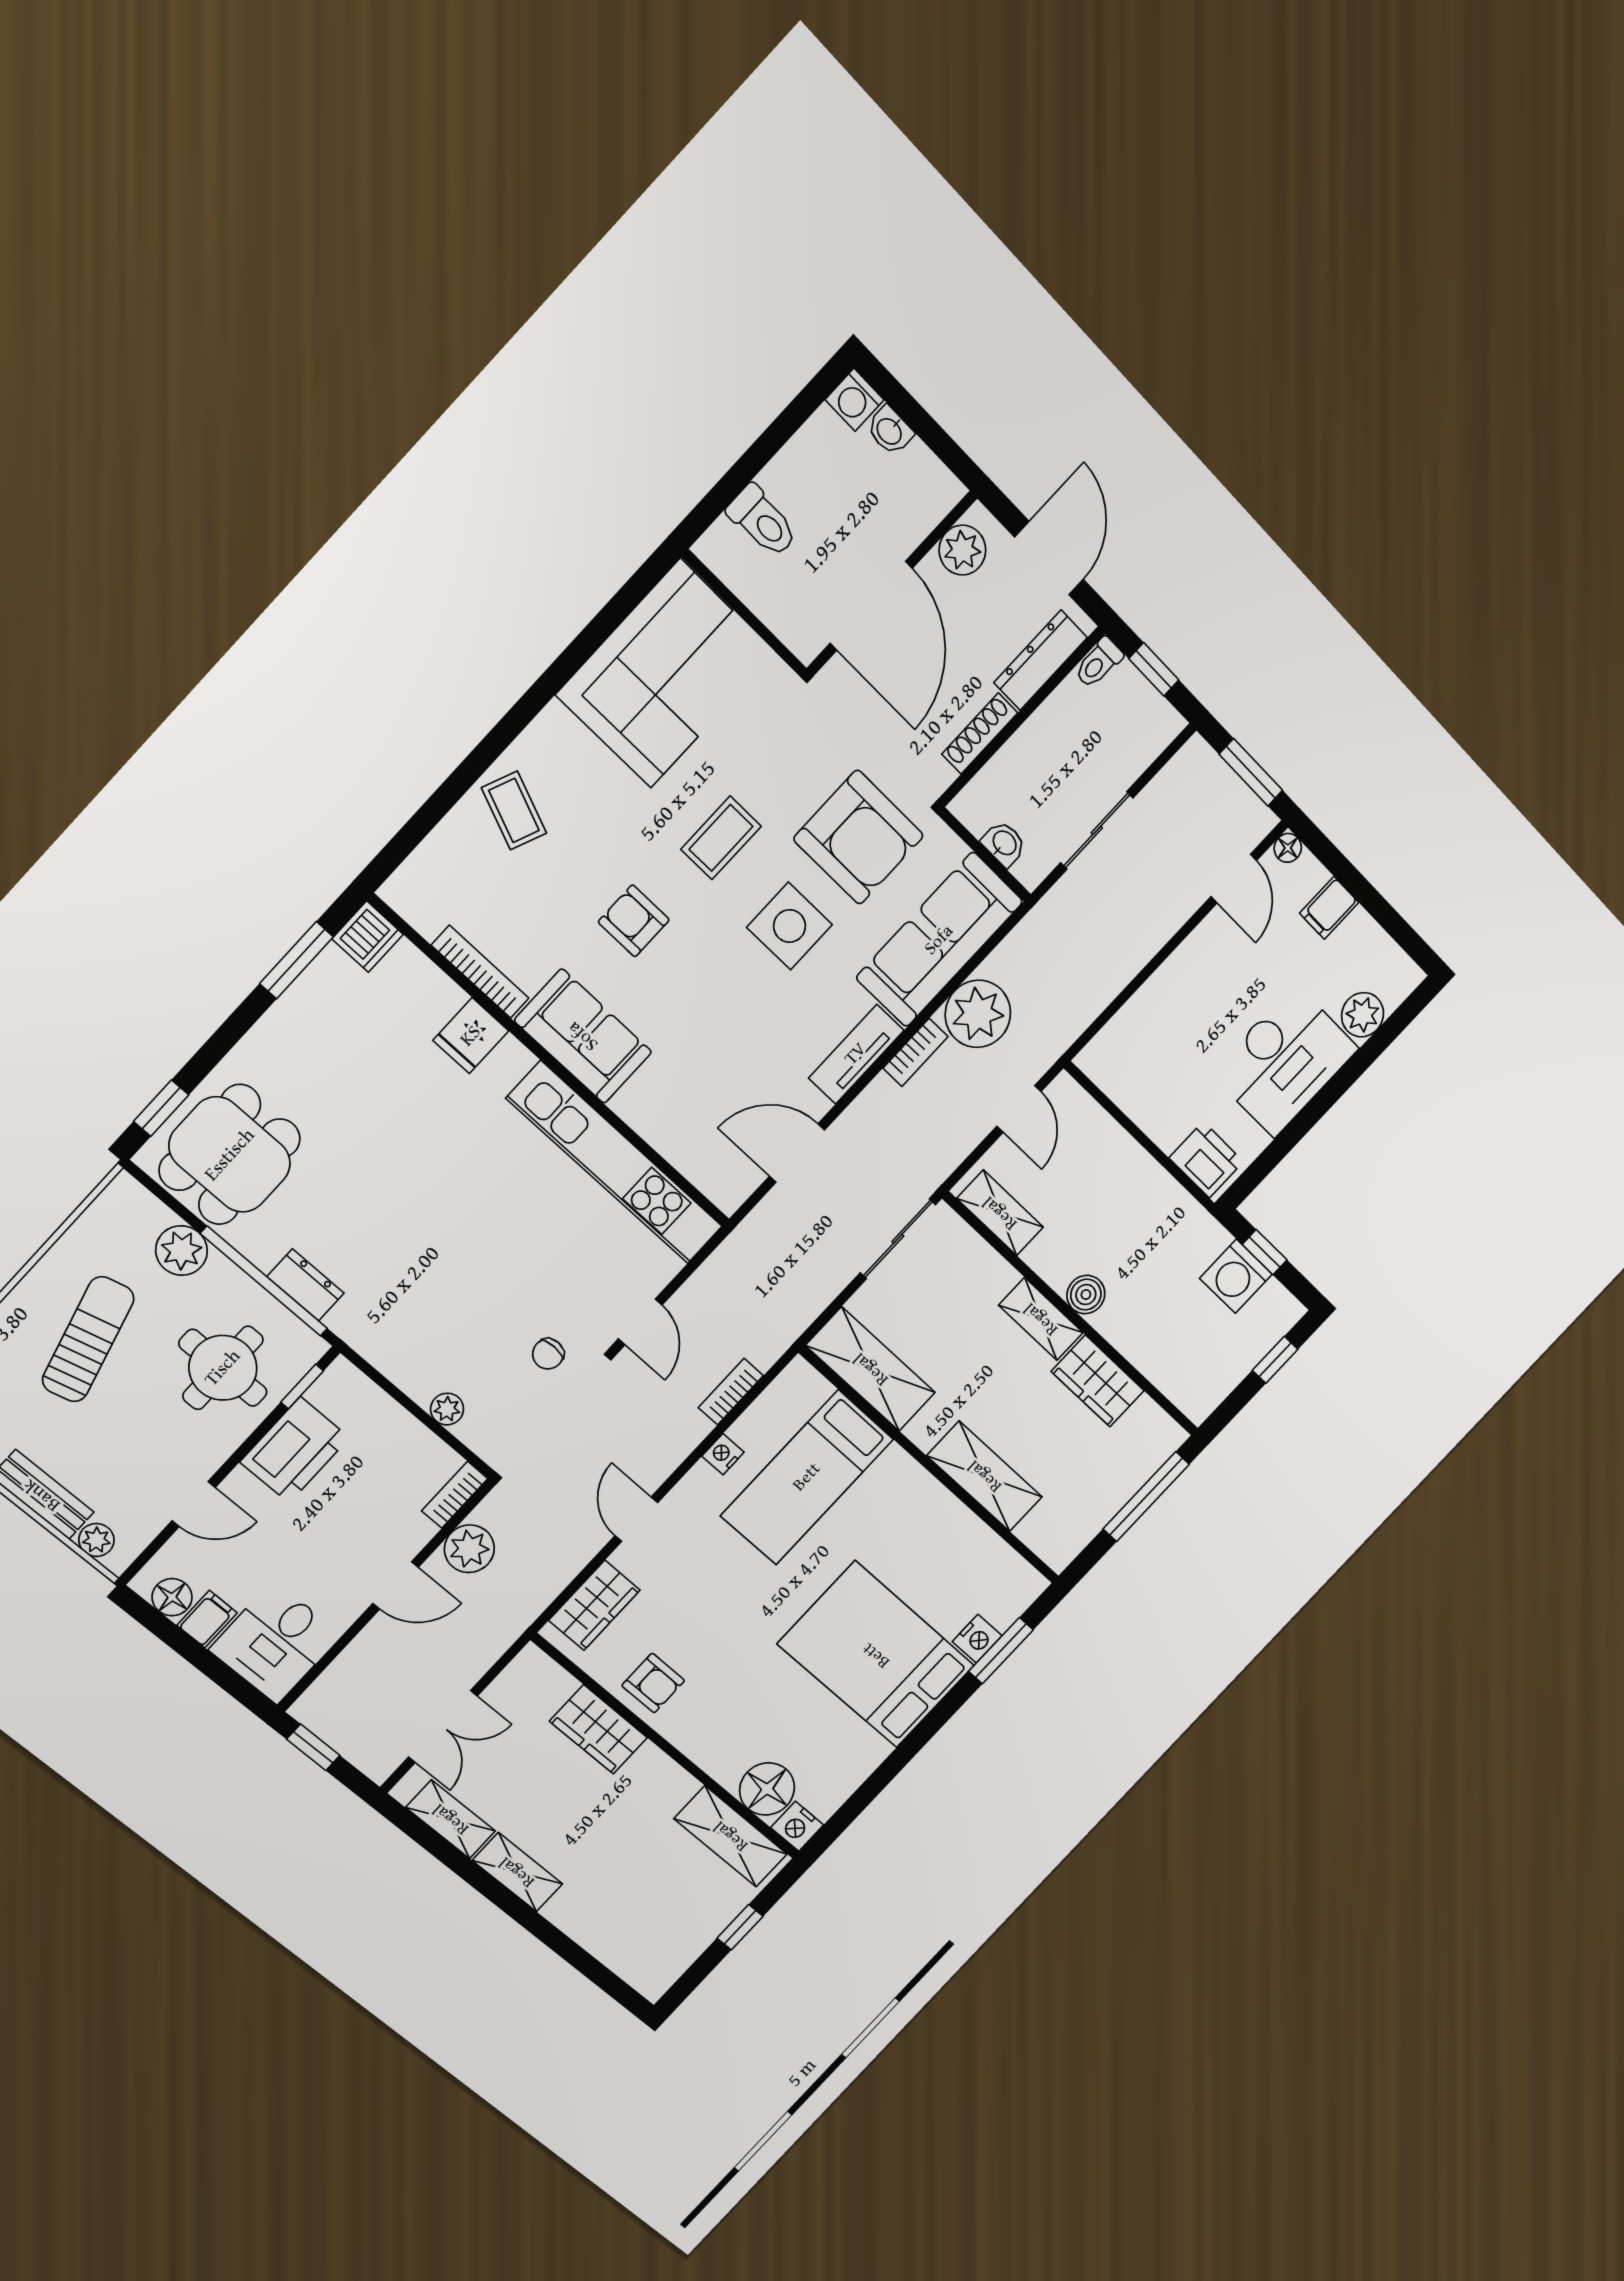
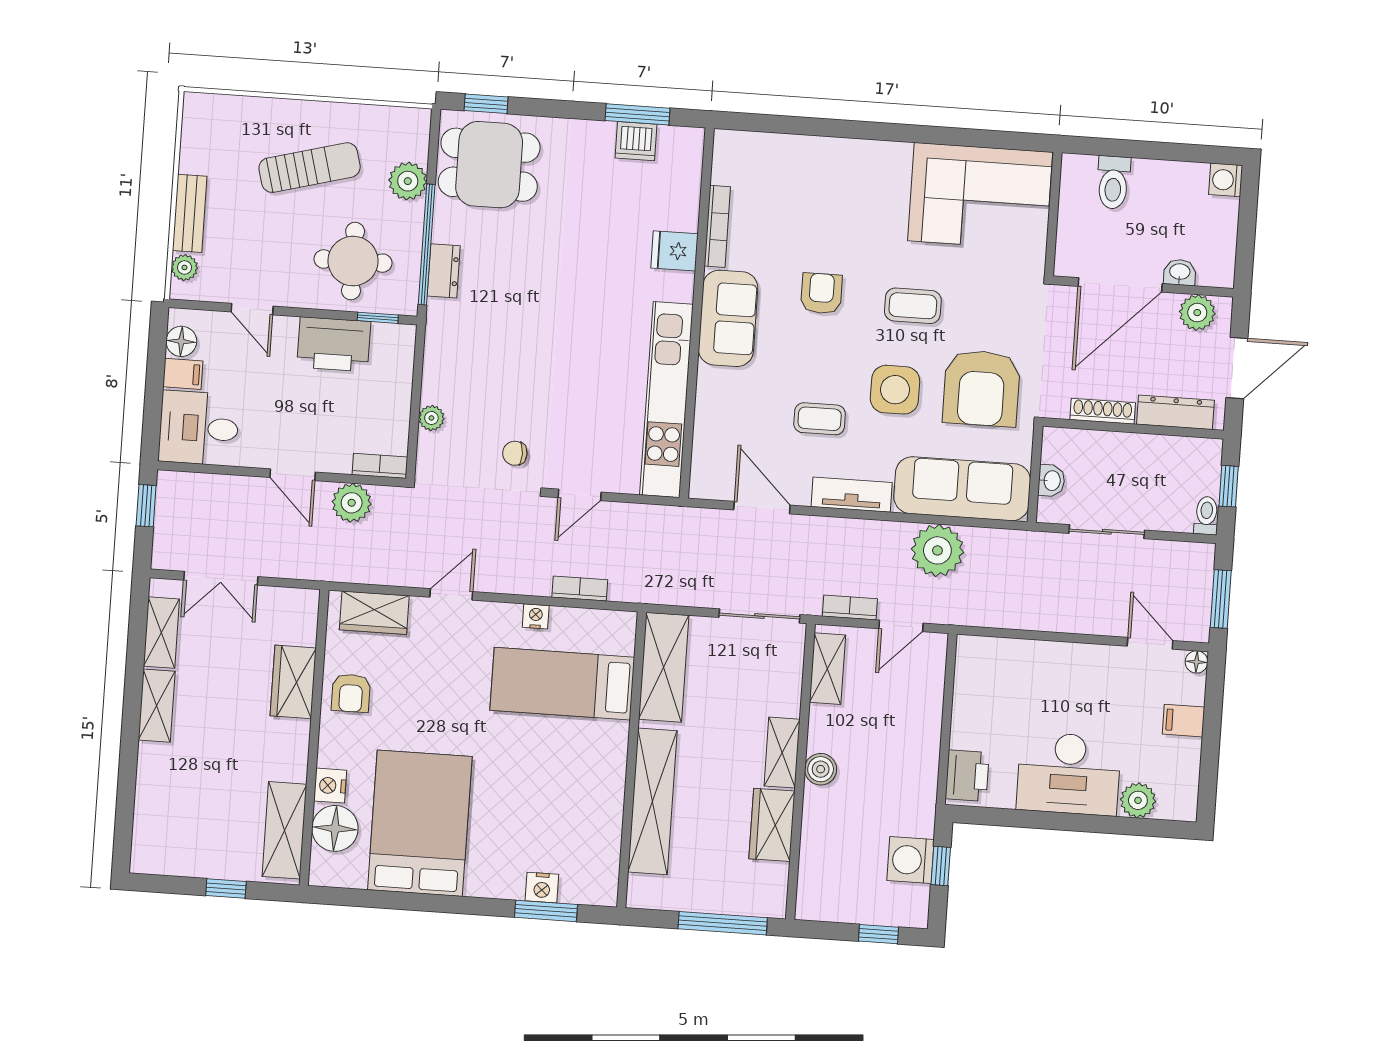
washbasin: (890, 431) -> (1180, 272), moved, turned 90
toilet: (1099, 663) -> (1206, 516), moved, turned 90
coffee table: (514, 810) -> (820, 419), moved, turned 68
door: (1234, 879) -> (1150, 643), swing flipped
dishwasher: (368, 937) -> (636, 141), moved
bookcase: (916, 1052) -> (850, 607), moved, turned 180
shelving: (985, 1476) -> (652, 801), width x1.47
bed: (876, 1655) -> (420, 823), moved
nightstand: (797, 1826) -> (330, 786), moved

